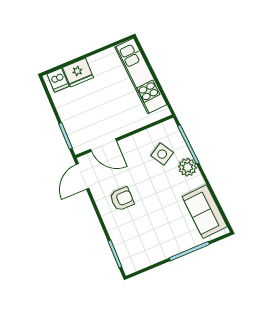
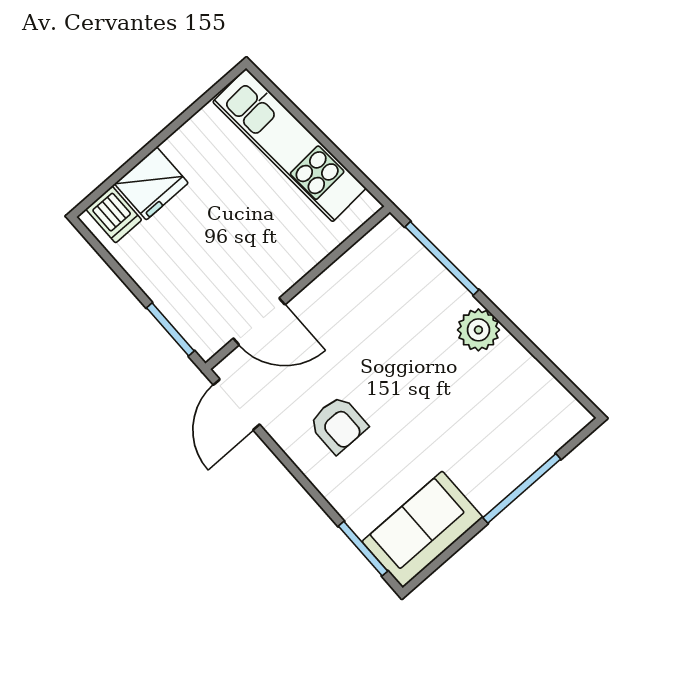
side table: (162, 154) -> (392, 298), removed
plant: (188, 167) -> (478, 330), moved
armchair: (122, 199) -> (338, 425), turned 90
sofa: (205, 212) -> (422, 529), moved, turned 94

